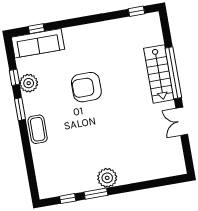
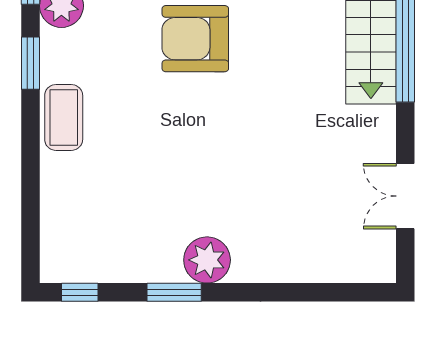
double door: (182, 121) -> (405, 196), moved
window: (68, 199) -> (80, 292), moved

